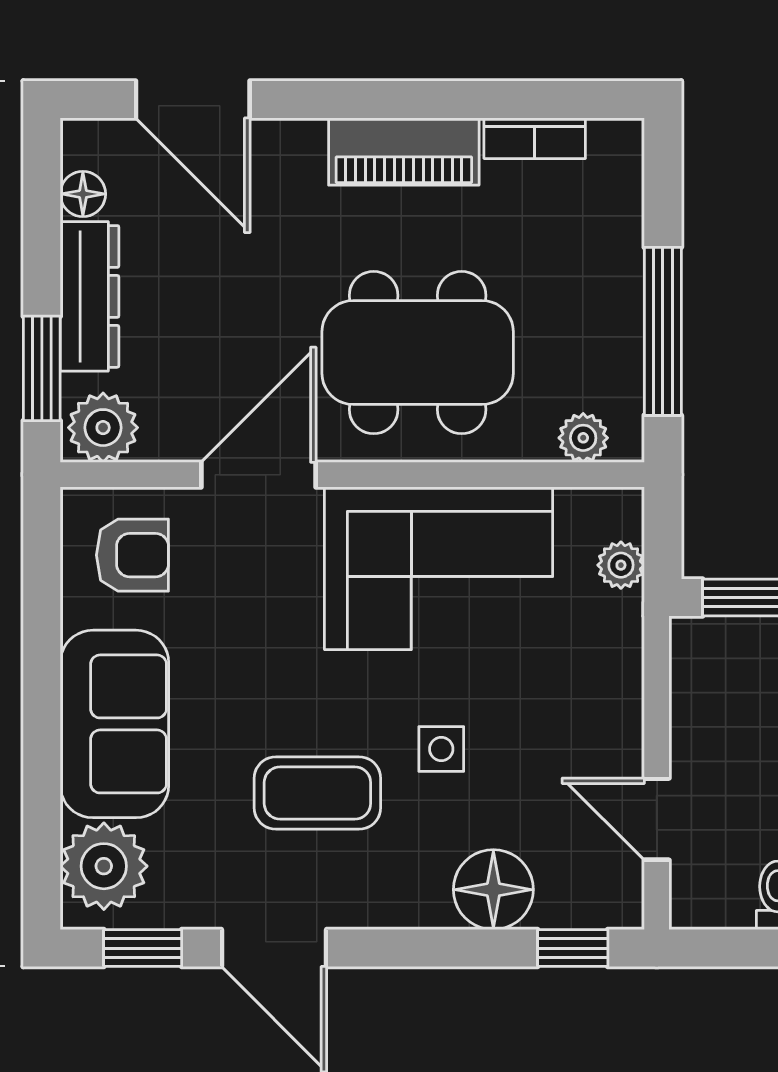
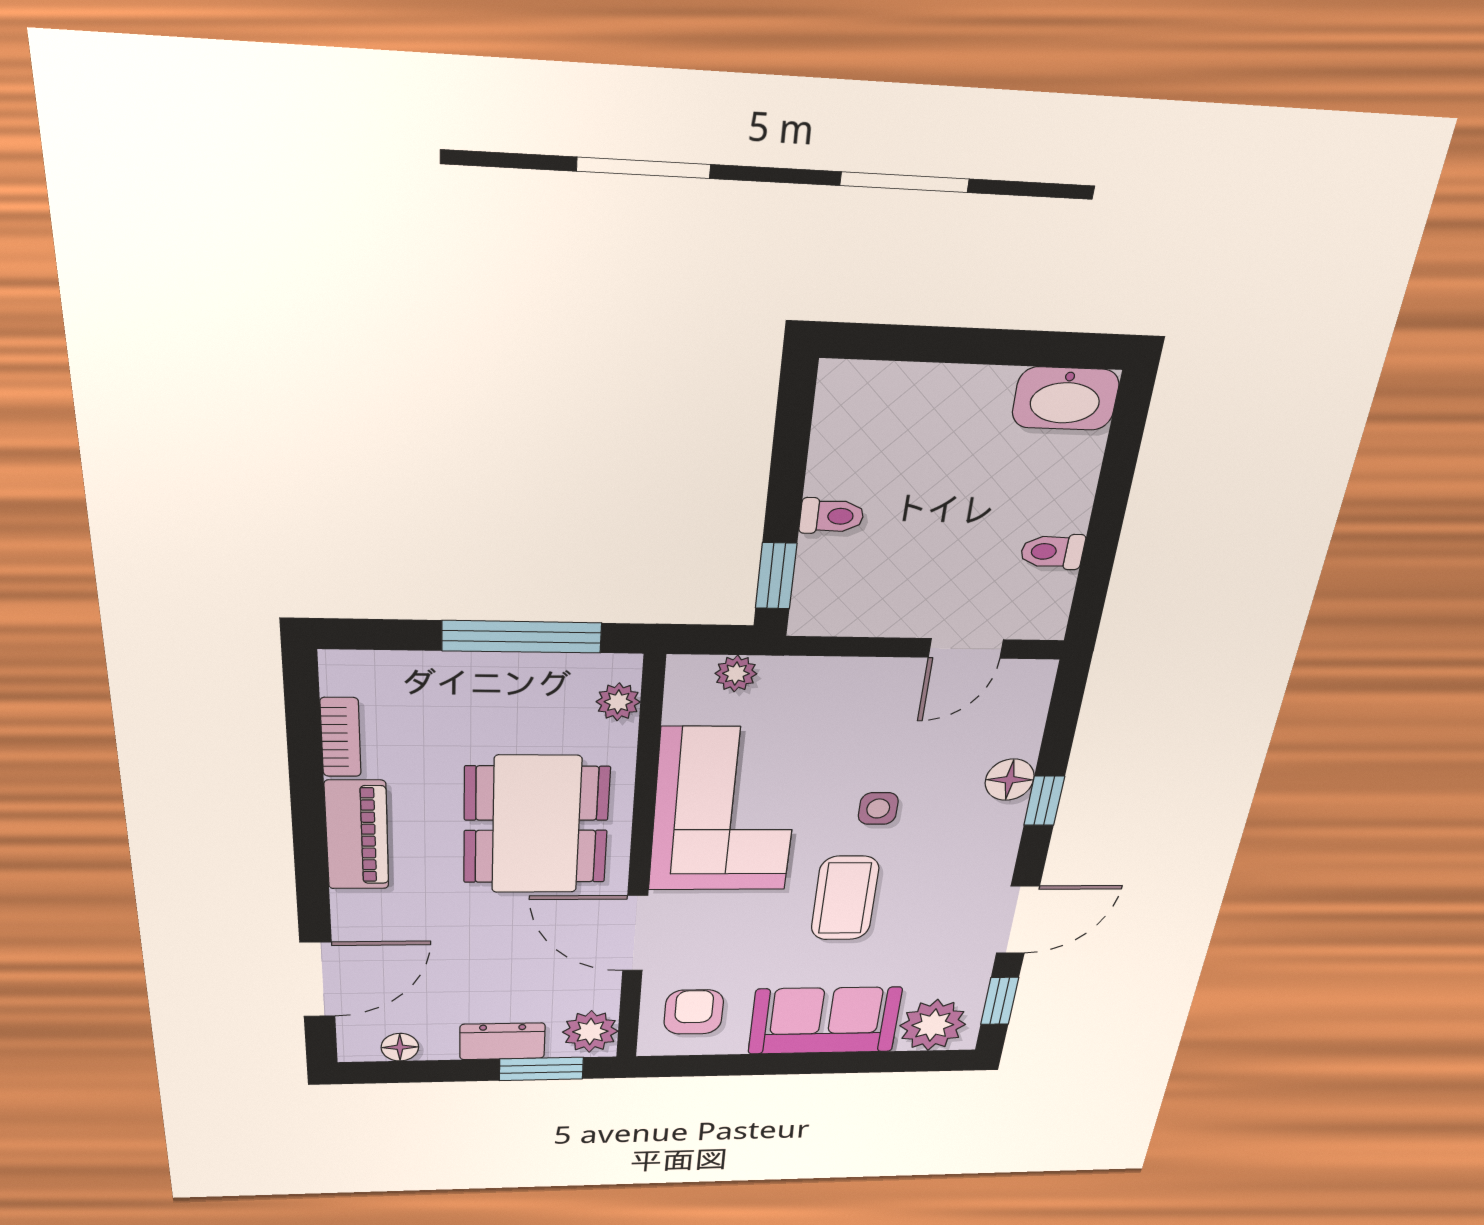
dresser: (90, 296) -> (502, 1041), width x0.70
coffee table: (317, 793) -> (845, 898), moved
floor lamp: (493, 890) -> (1010, 780), width x0.73, depth x0.73
window: (573, 948) -> (1044, 801), moved

